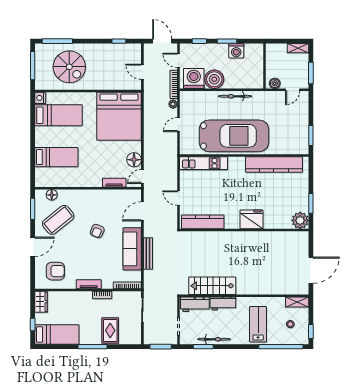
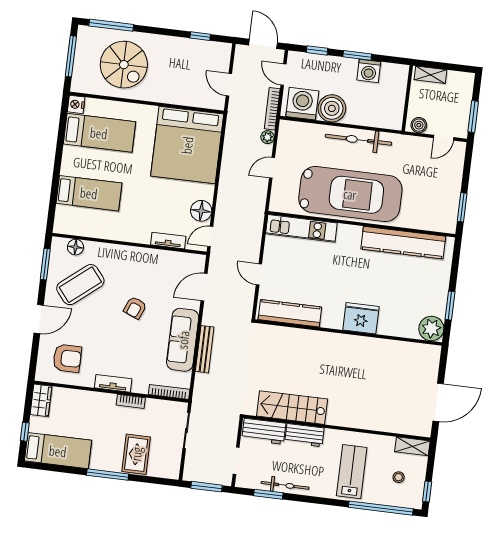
shelving: (298, 48) -> (431, 75), moved
bicycle: (235, 96) -> (358, 140), width x1.37, depth x1.40

